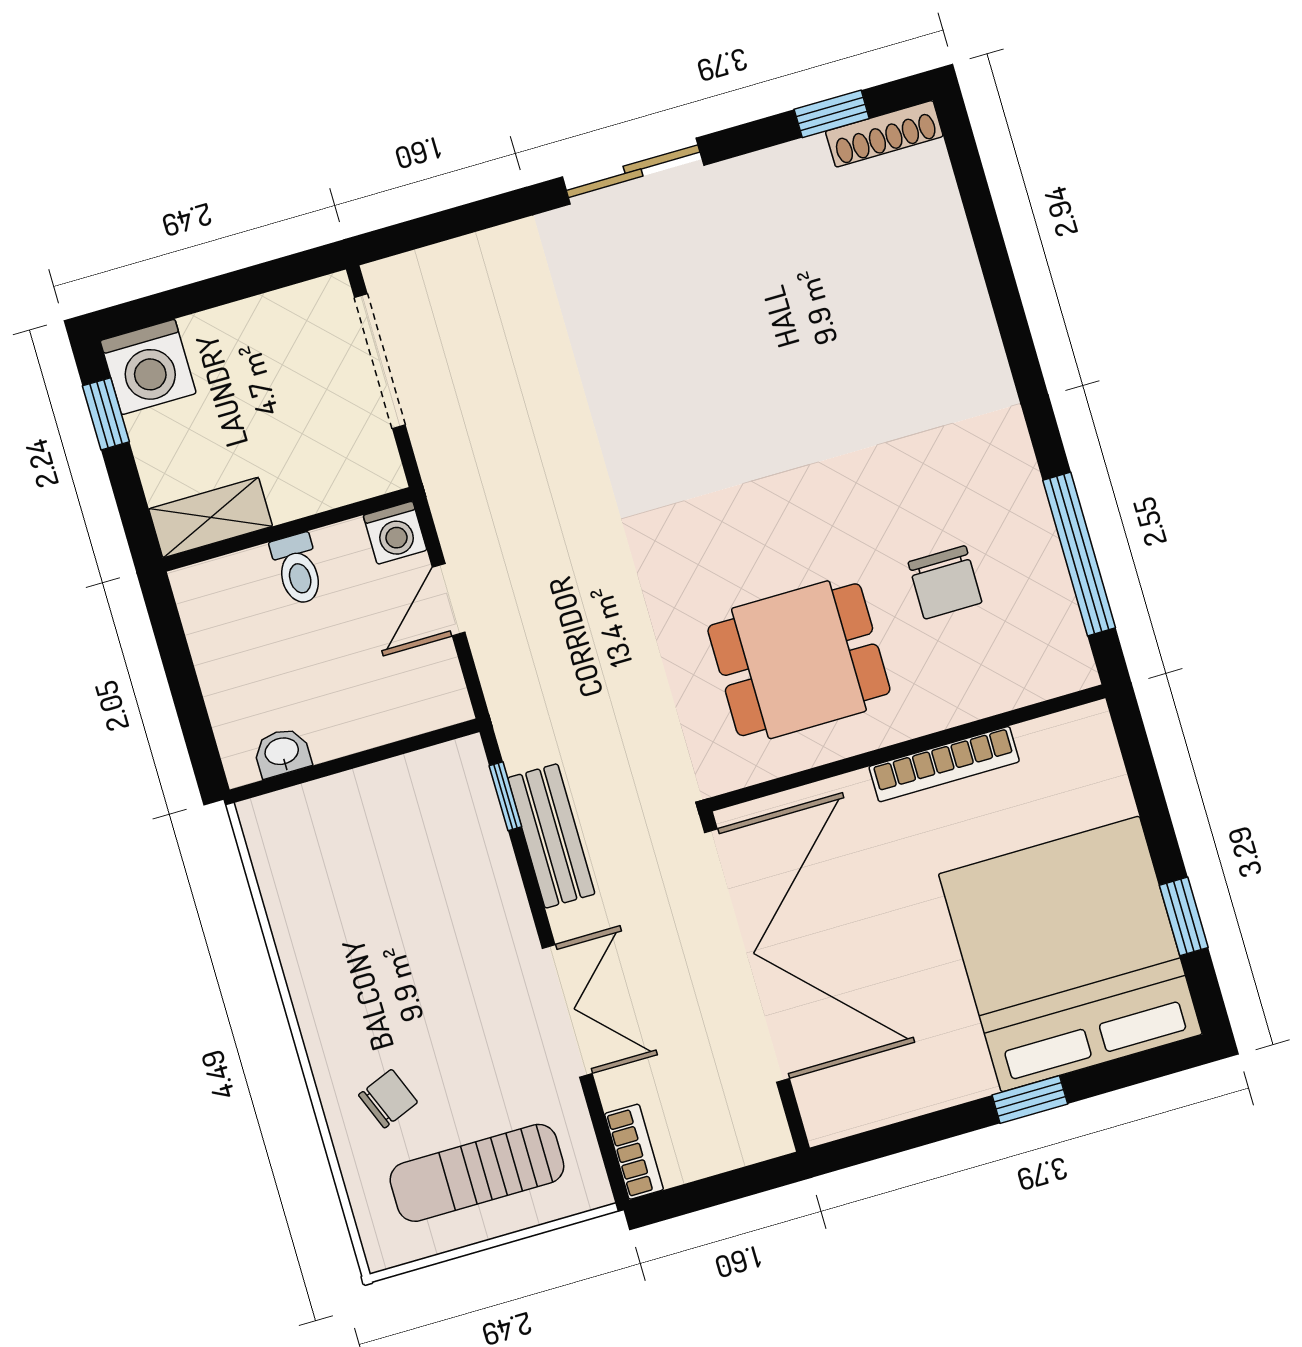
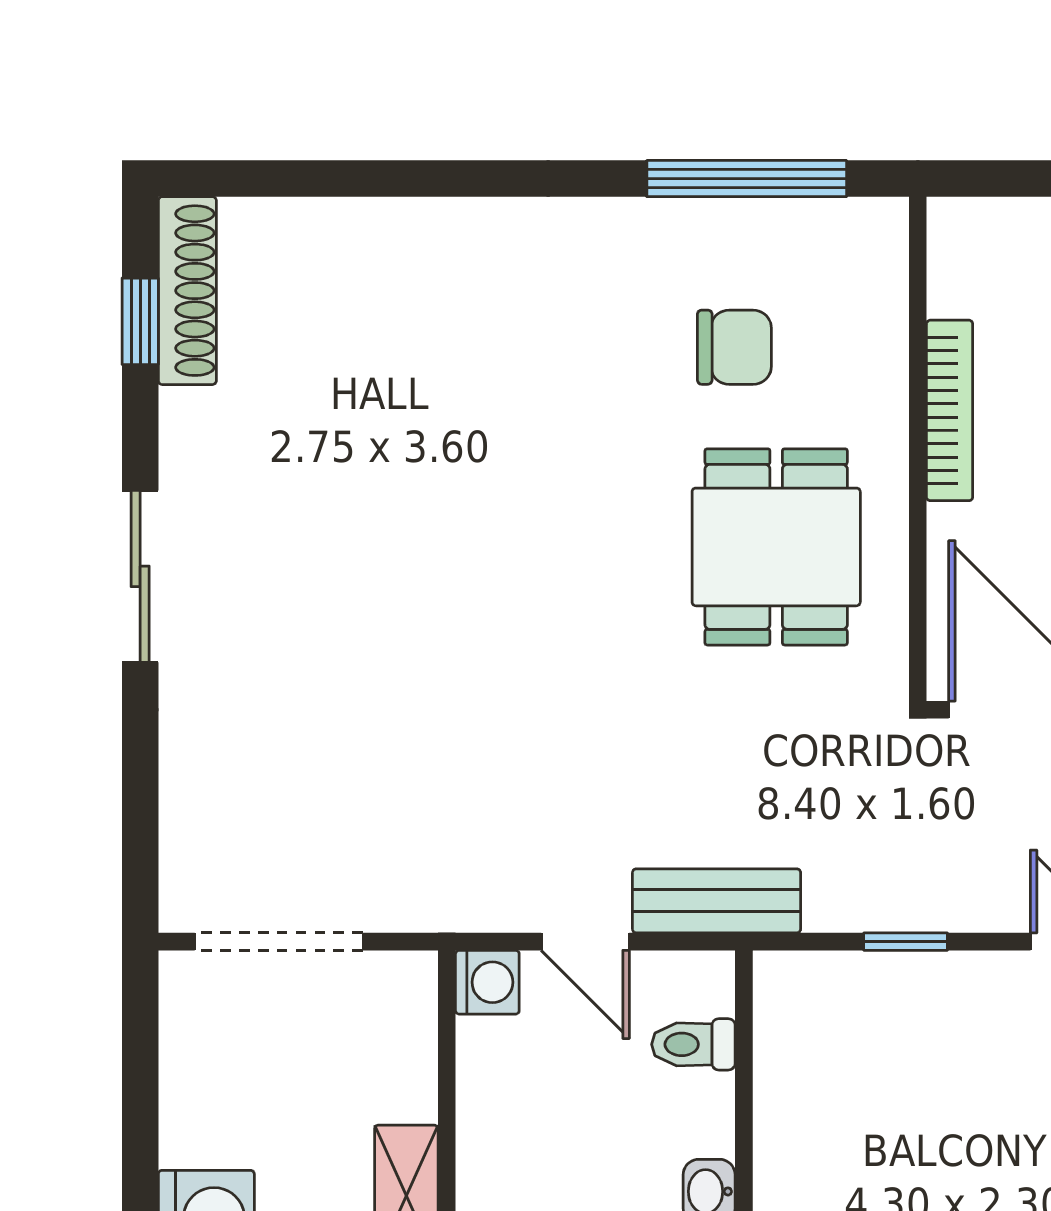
shoe rack: (884, 134) -> (187, 291), width x1.36, depth x1.24
toilet: (298, 569) -> (693, 1044), moved, turned 180
window: (505, 796) -> (906, 942), moved
bench: (551, 836) -> (717, 901), moved

